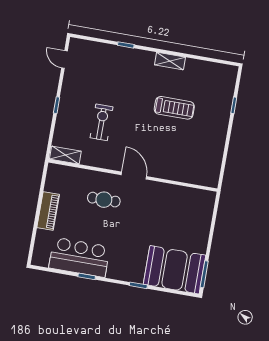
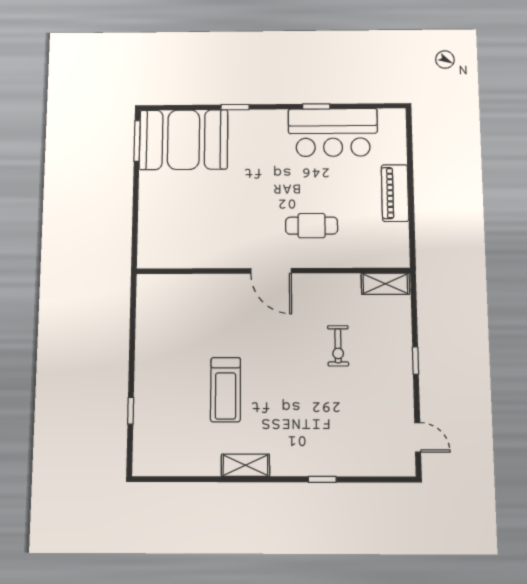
treadmill: (174, 108) -> (226, 390), turned -90
exercise bike: (102, 122) -> (338, 346), width x0.73, depth x0.72

